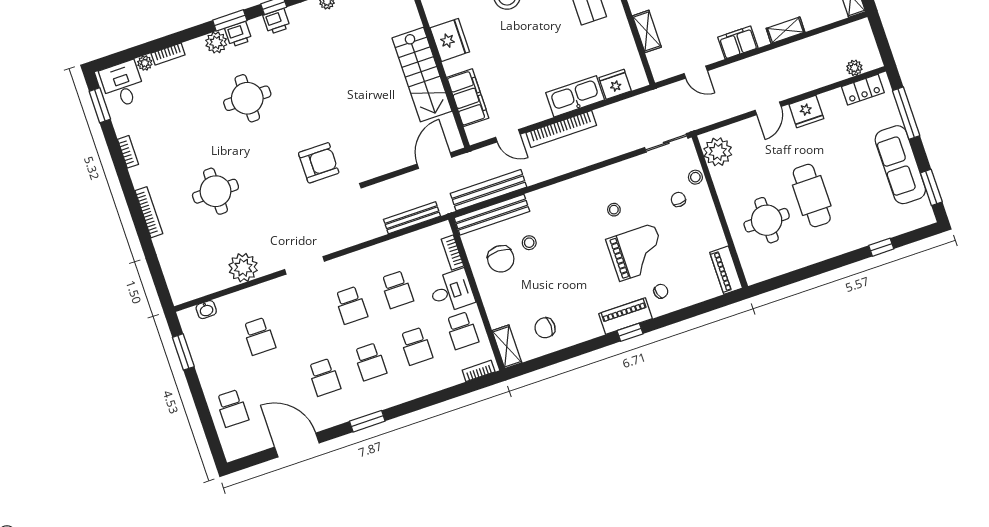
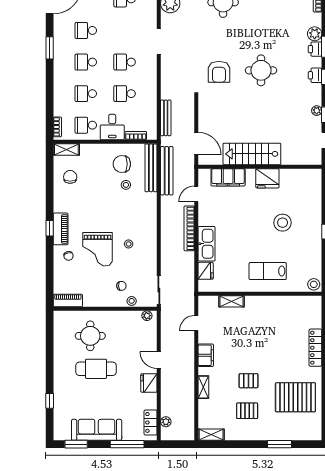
round table: (247, 98) -> (261, 70), moved
plant: (718, 152) -> (147, 316), width x0.53, depth x0.53

